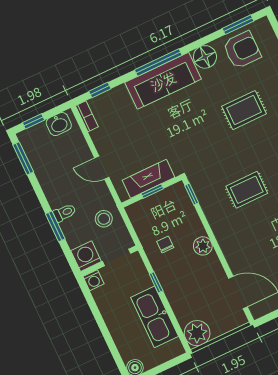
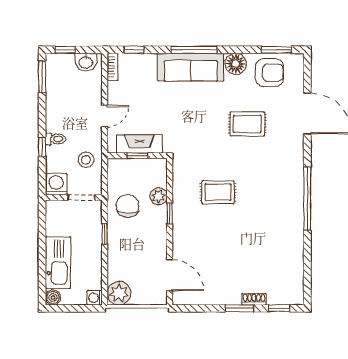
door: (102, 168) -> (105, 116), swing flipped
window: (192, 194) -> (170, 213), moved
window: (55, 226) -> (42, 147), width x0.67
chair: (165, 244) -> (127, 206), width x1.87, depth x1.87
plant: (203, 246) -> (159, 196), moved
washing machine: (93, 280) -> (95, 298), moved, turned 90
kitchen sink: (155, 317) -> (58, 263), moved, turned 180

